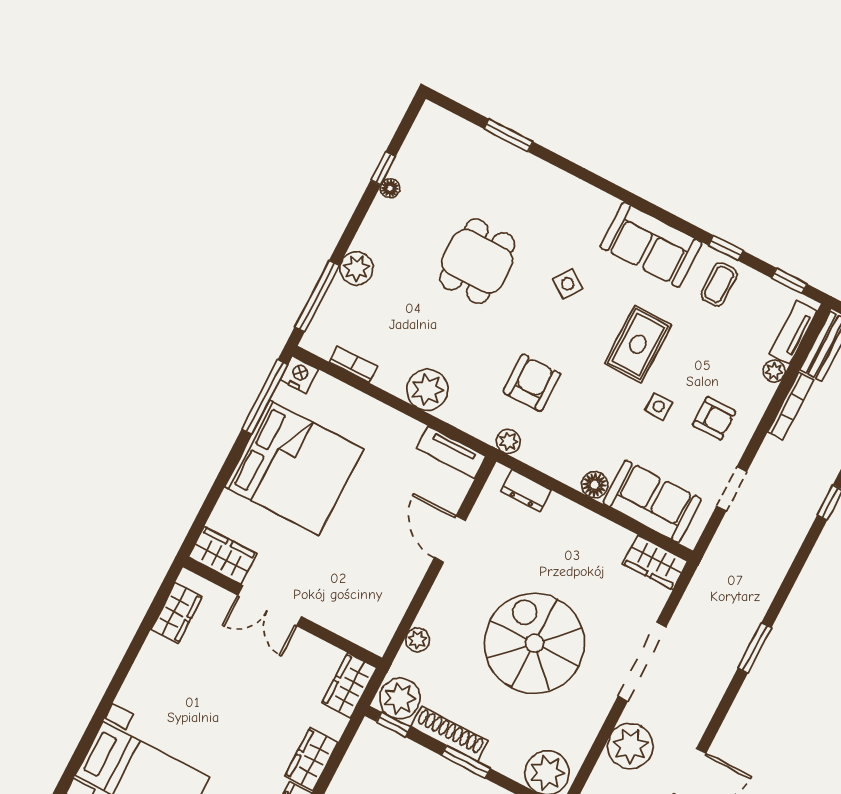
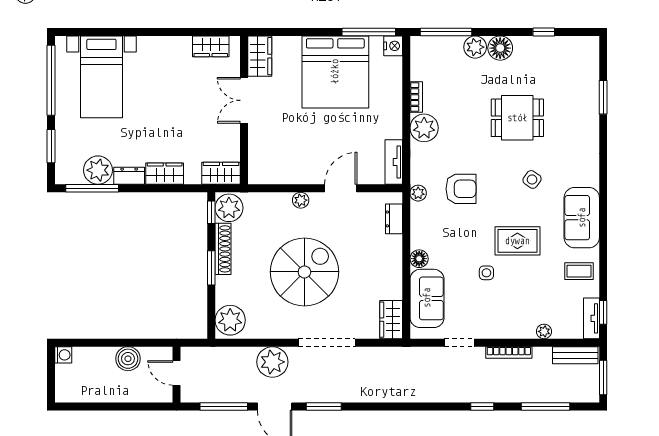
floor lamp: (390, 188) -> (500, 48), moved, width x1.89, depth x1.89
window: (726, 248) -> (603, 264), removed
tv unit: (793, 332) -> (591, 318), moved, turned -90
bookcase: (353, 364) -> (416, 97), moved
bookcase: (791, 406) -> (509, 352), moved
armchair: (714, 418) -> (497, 310), removed
plant: (417, 640) -> (301, 200), moved
window: (755, 648) -> (324, 406), moved

